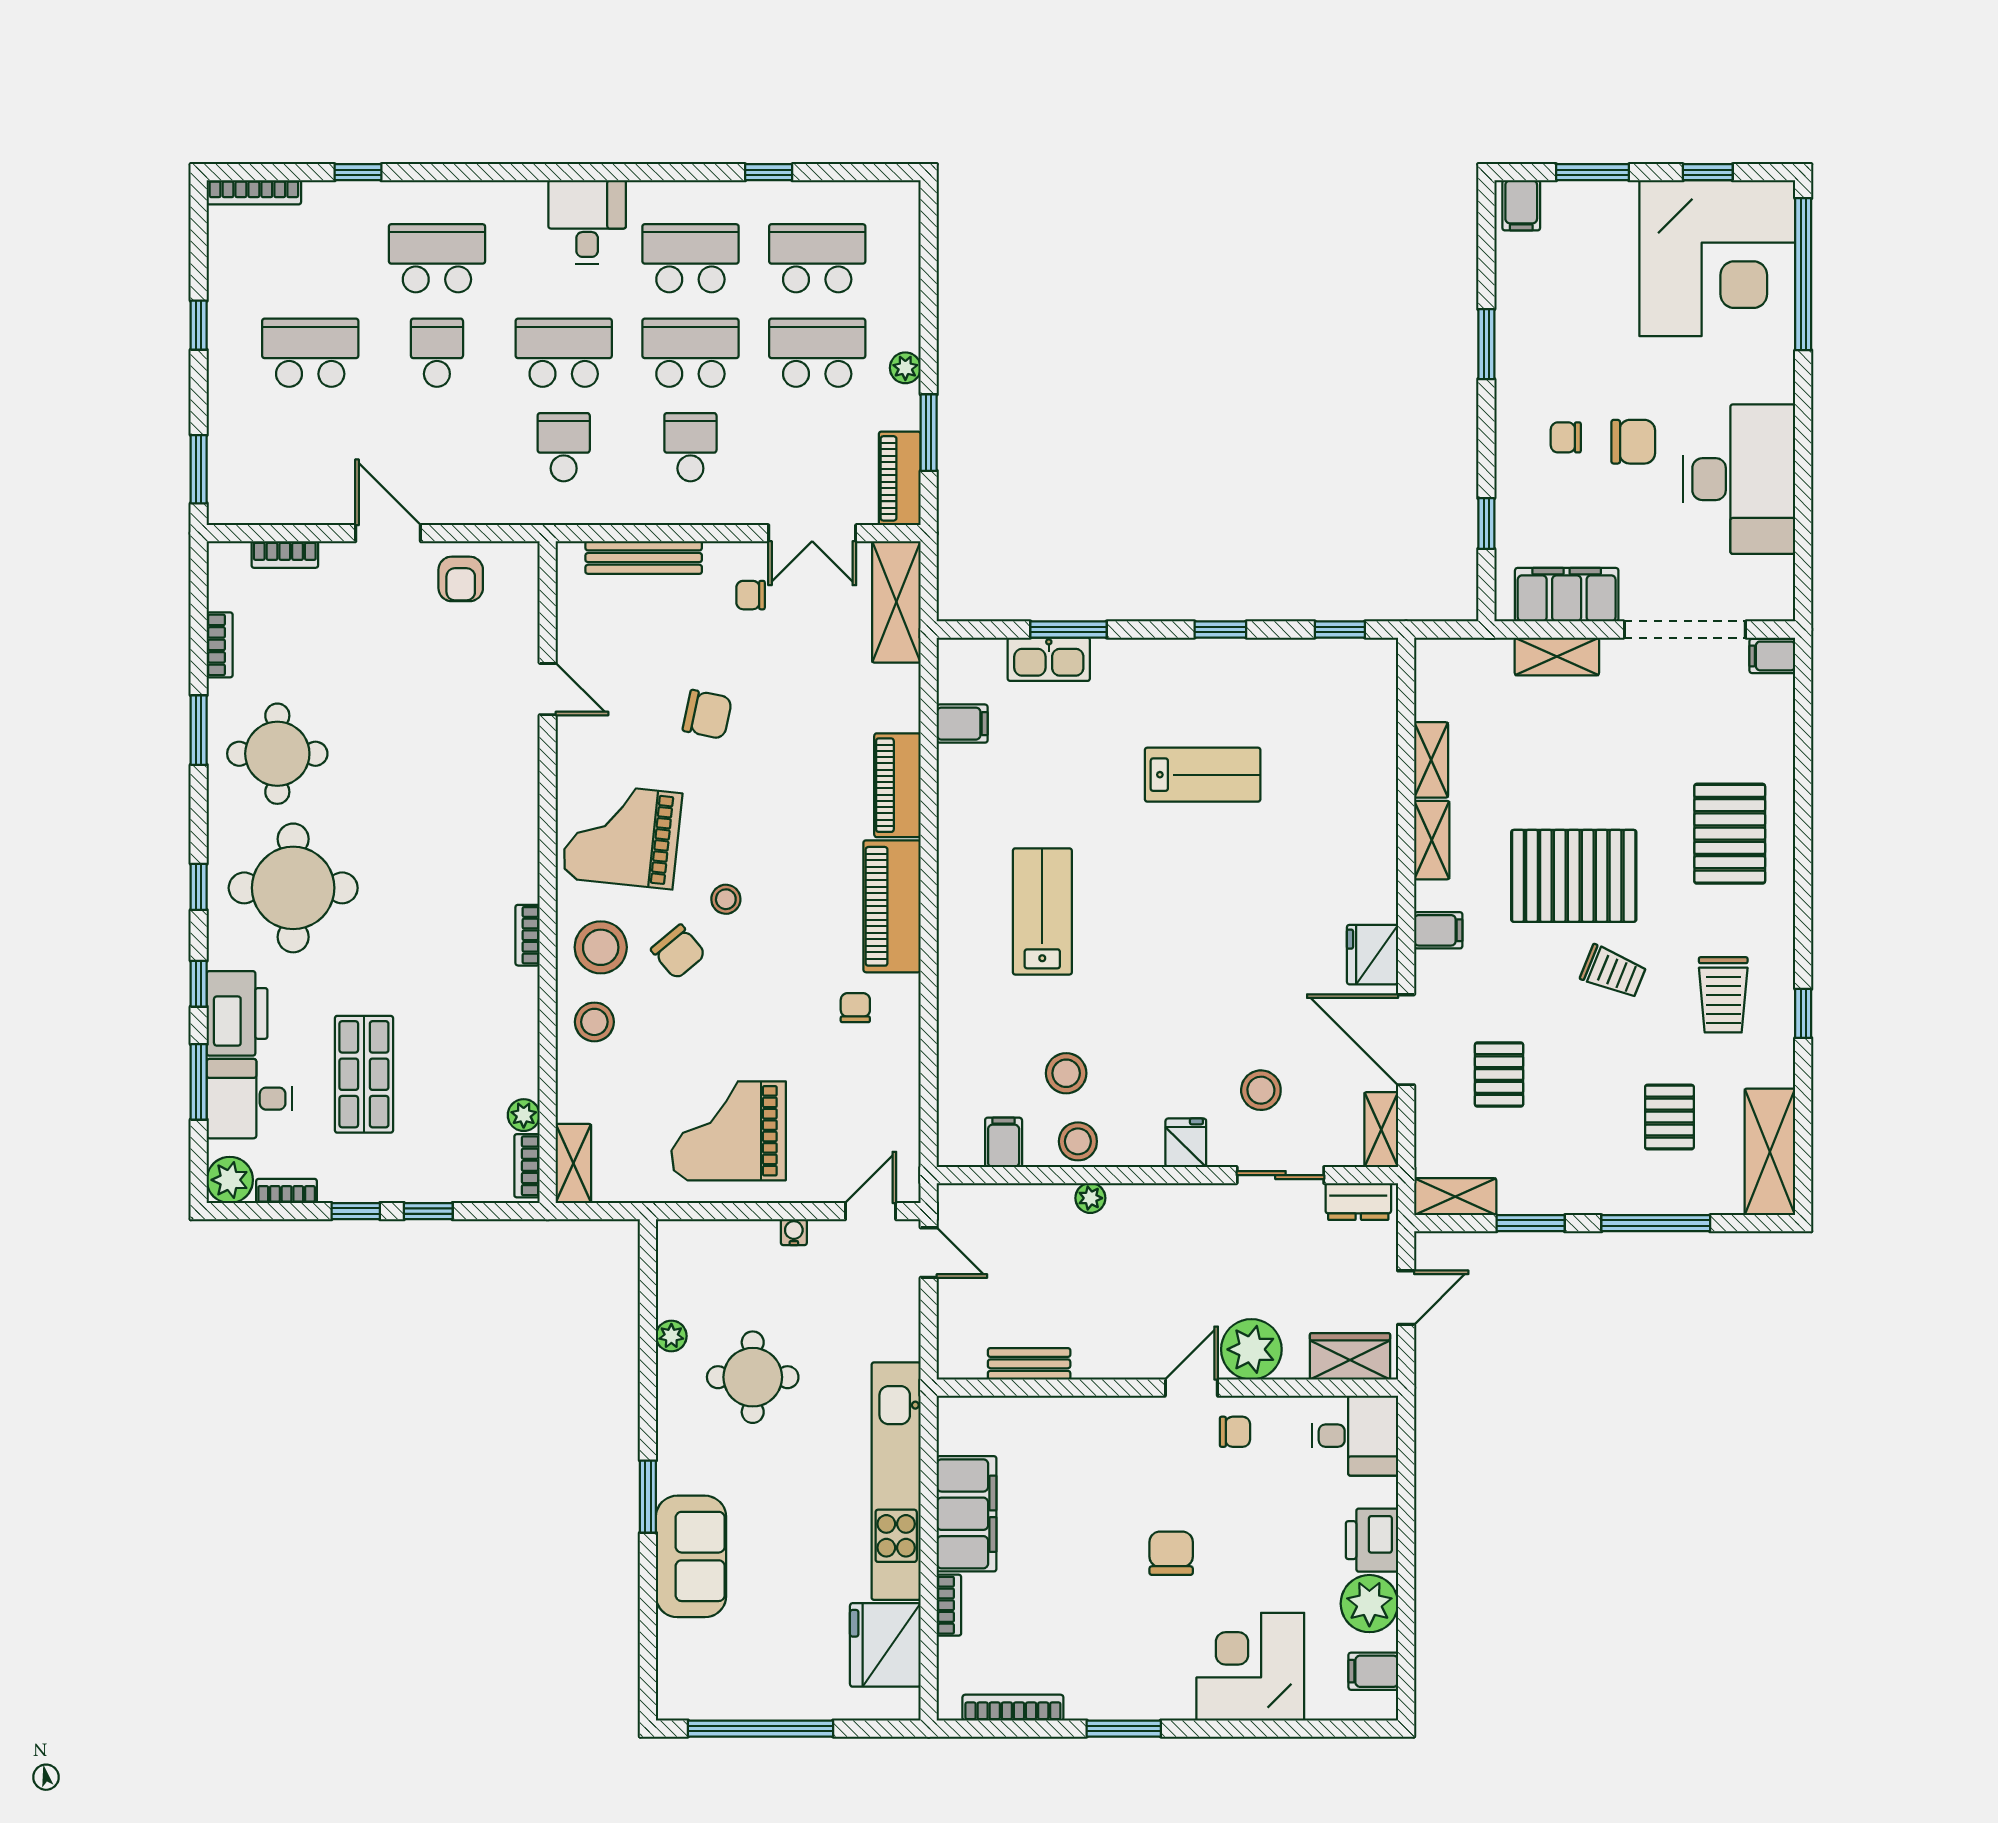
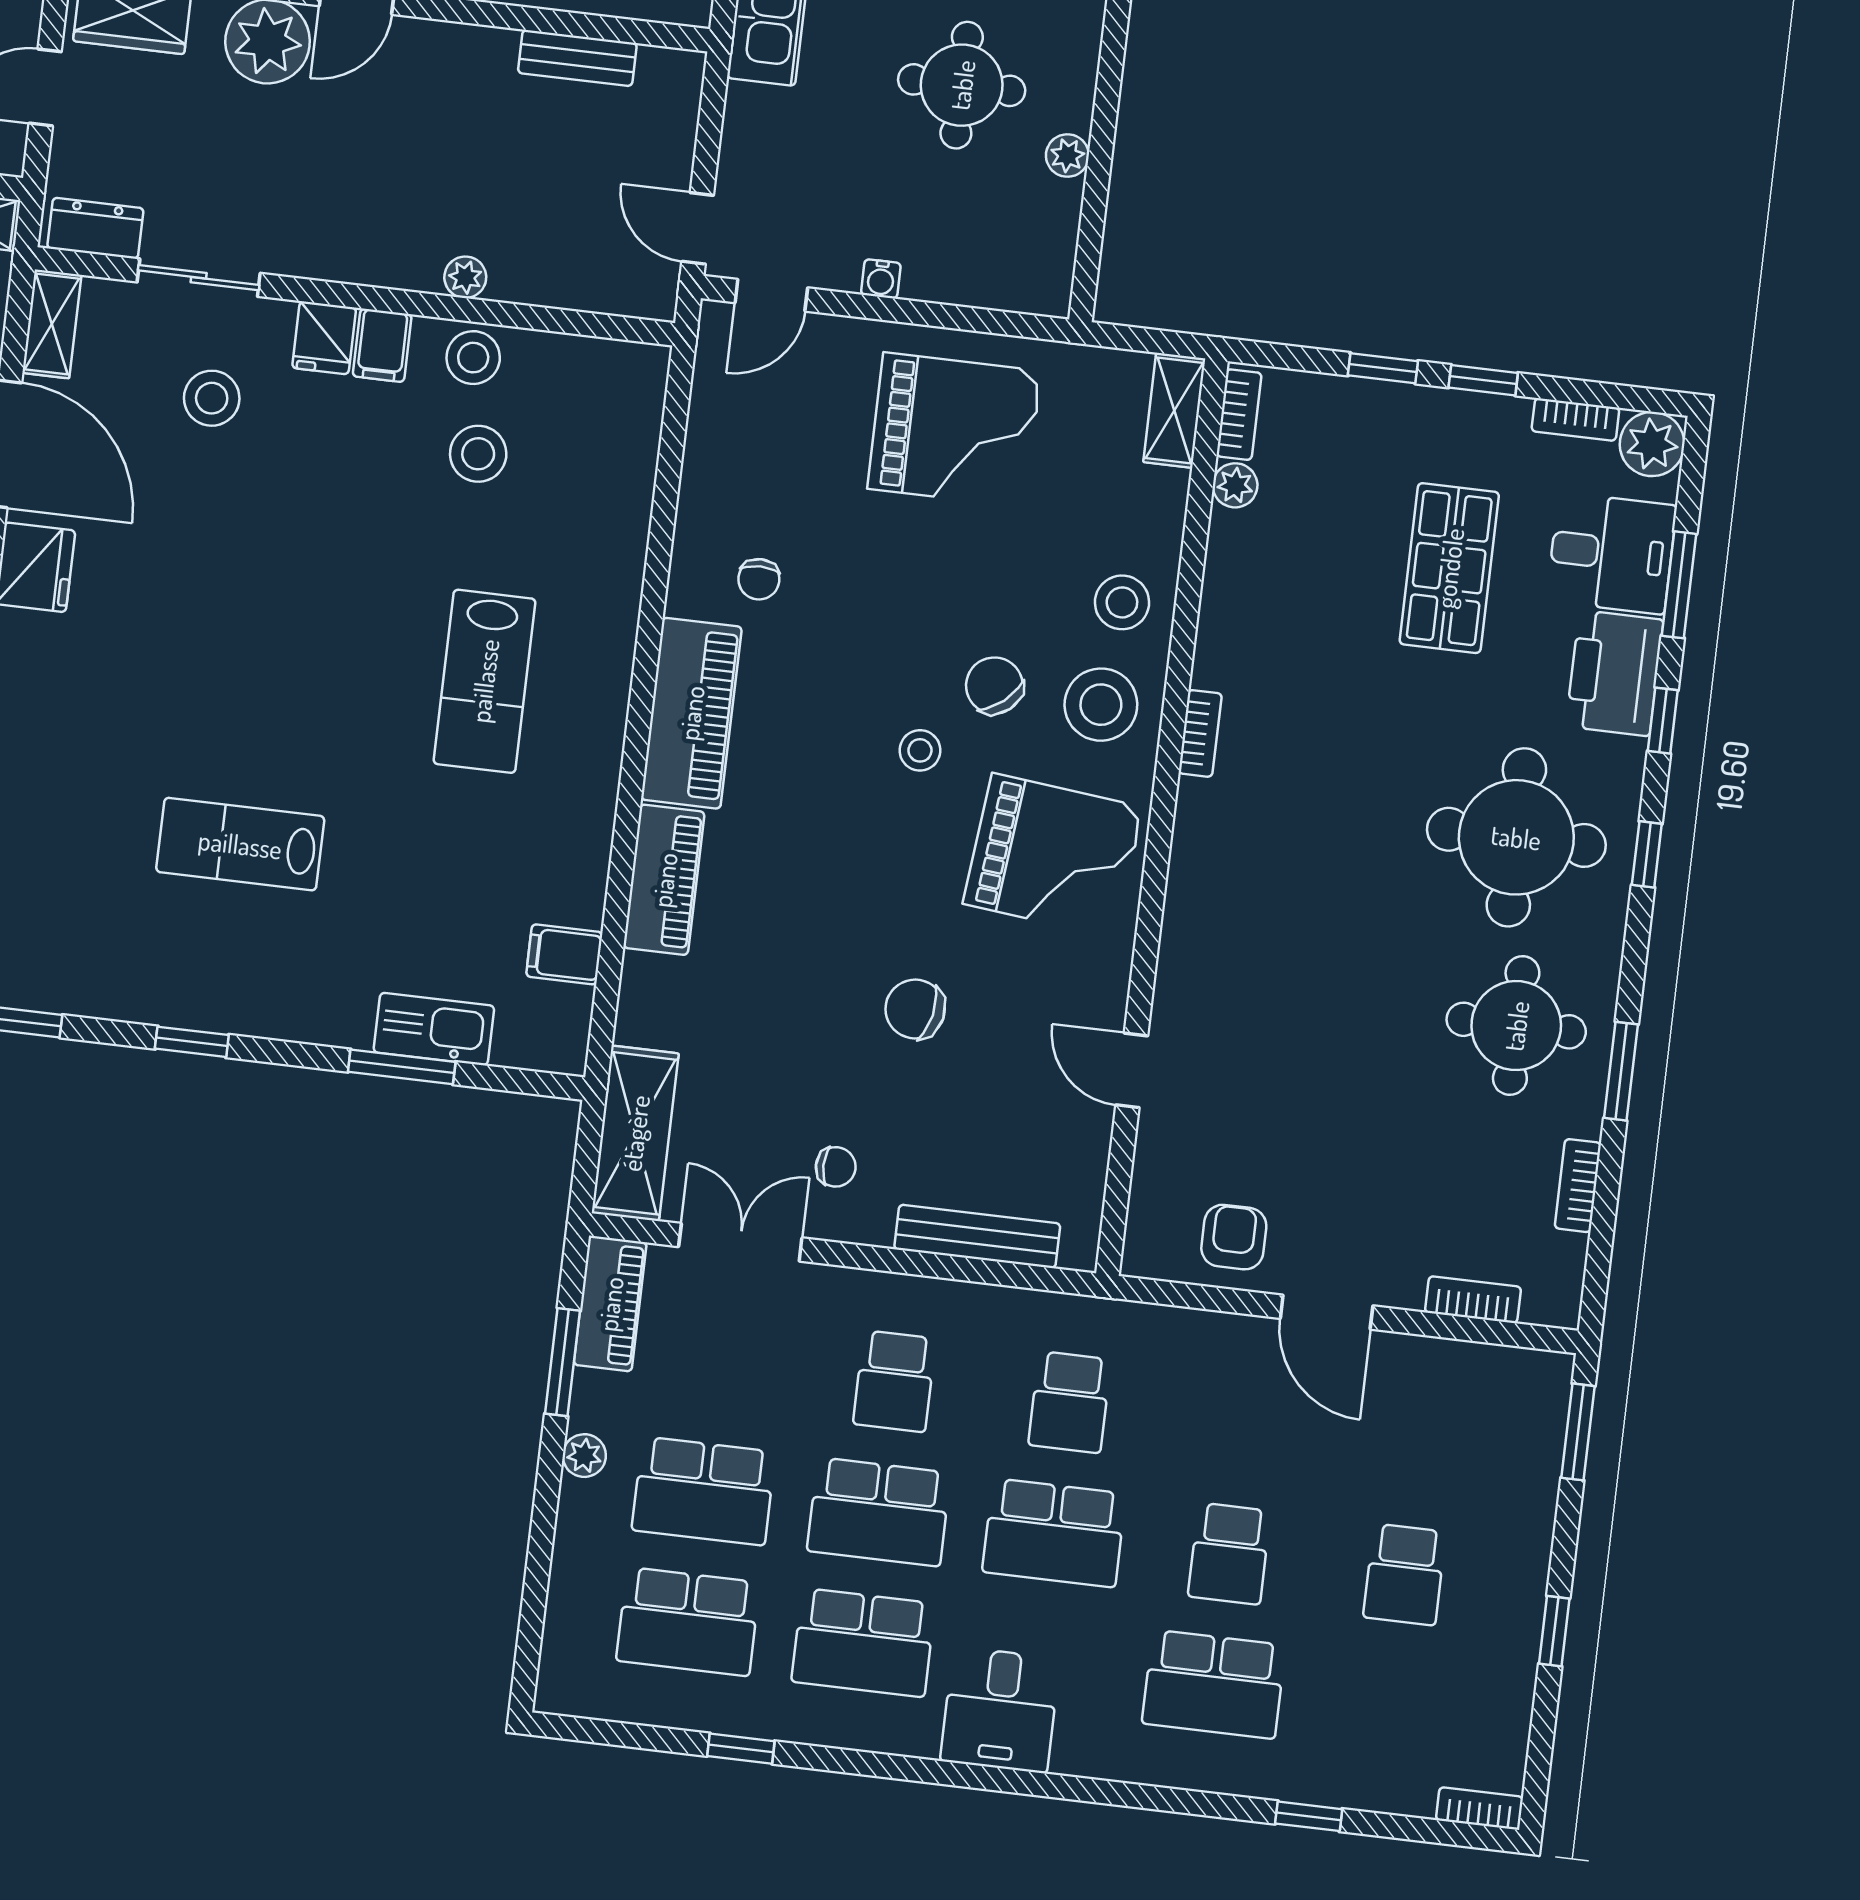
bookcase: (254, 192) -> (1479, 1808), width x0.64
school desk: (310, 353) -> (1405, 1575), width x0.54
filing cabinet: (1004, 1142) -> (382, 345), moved

